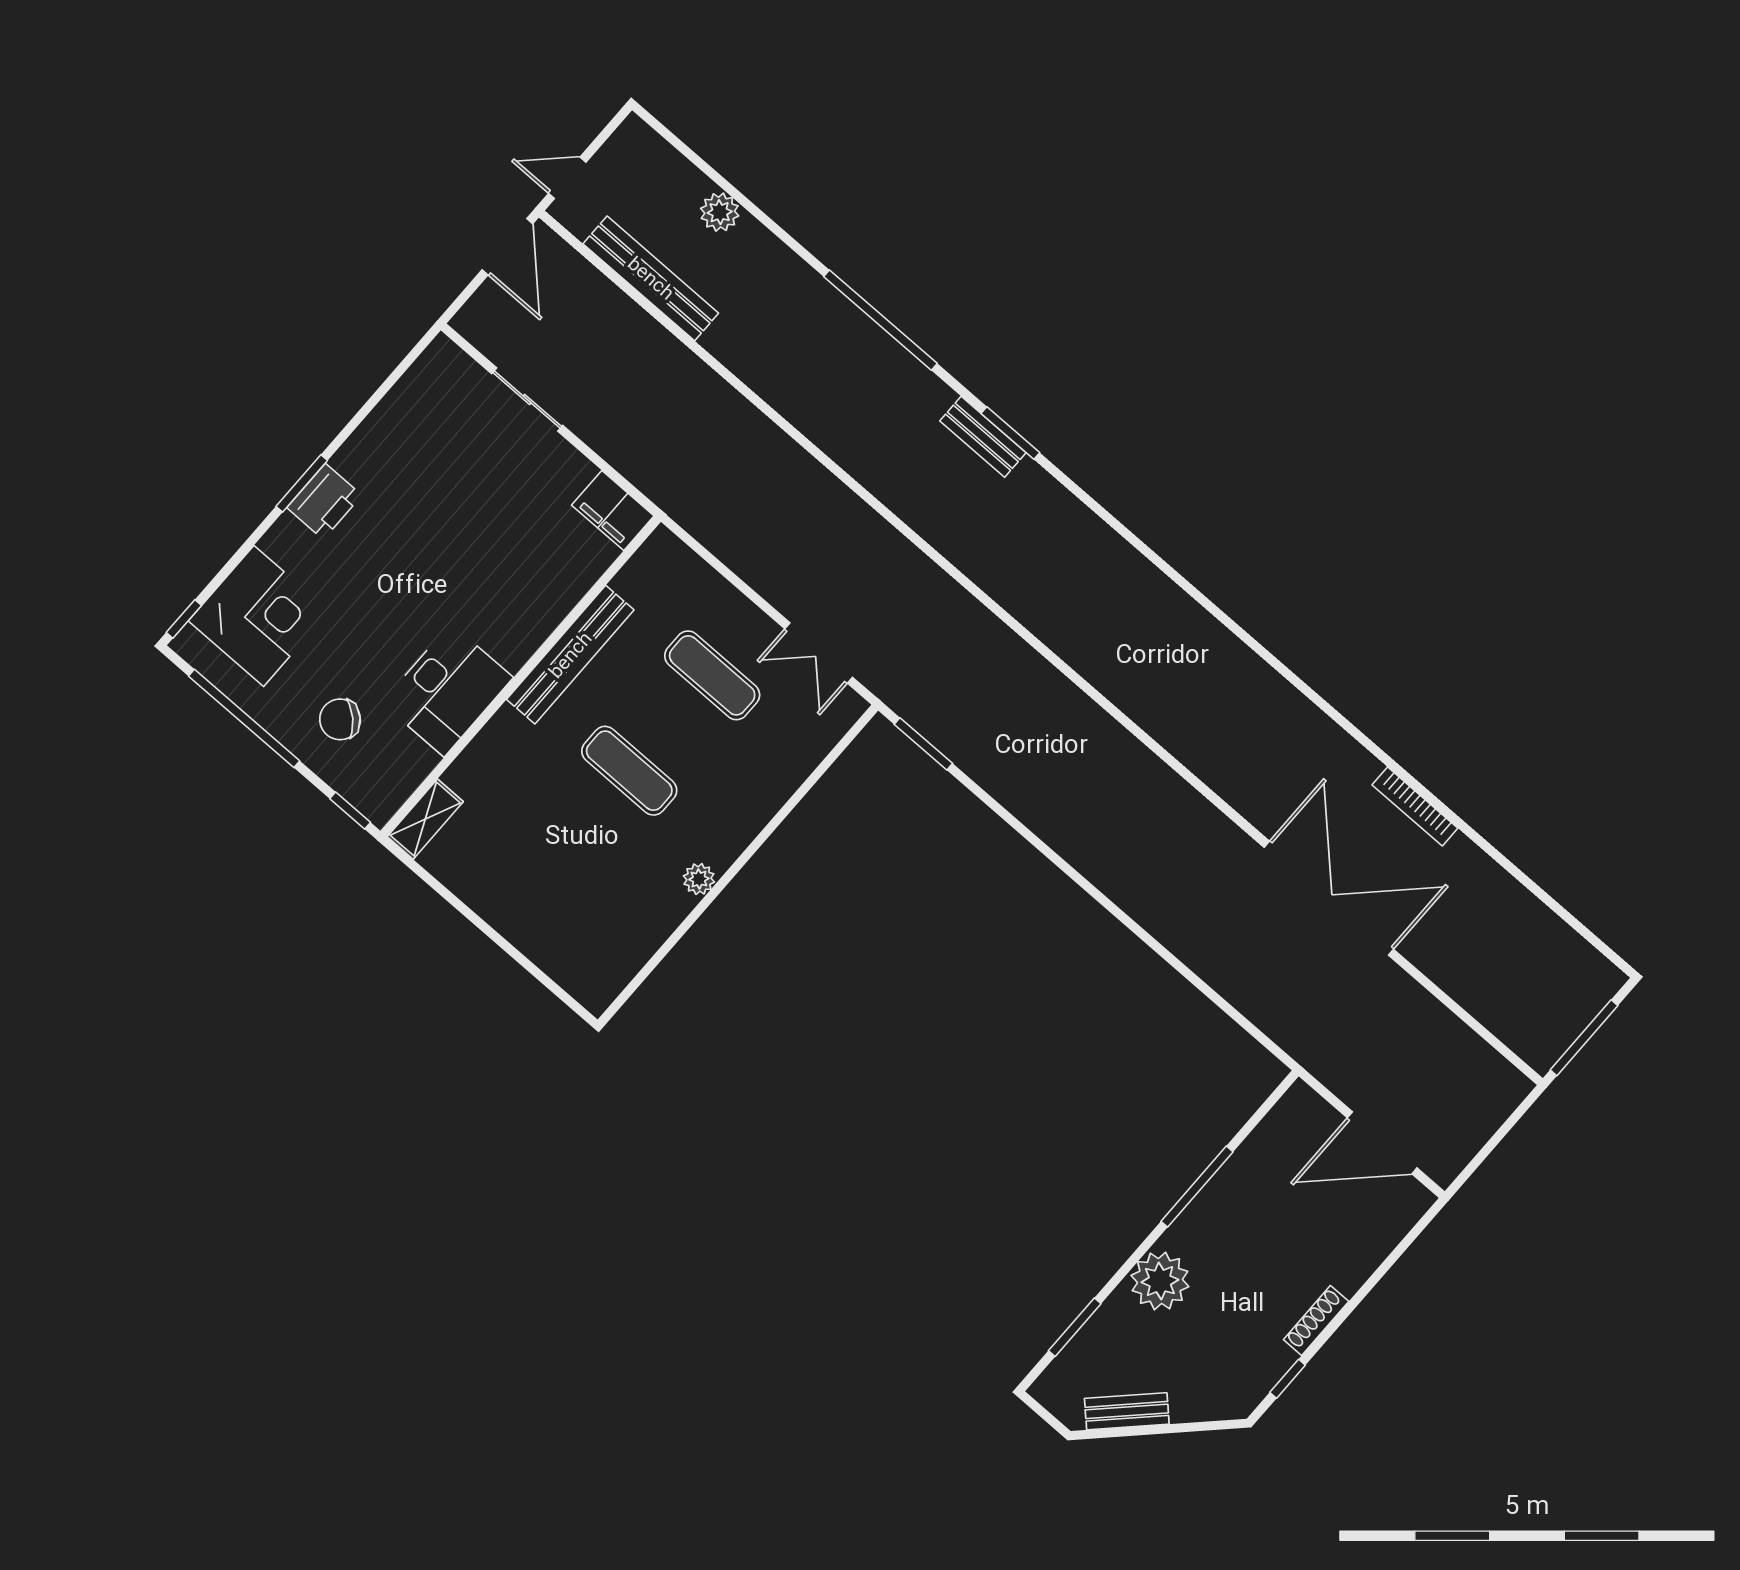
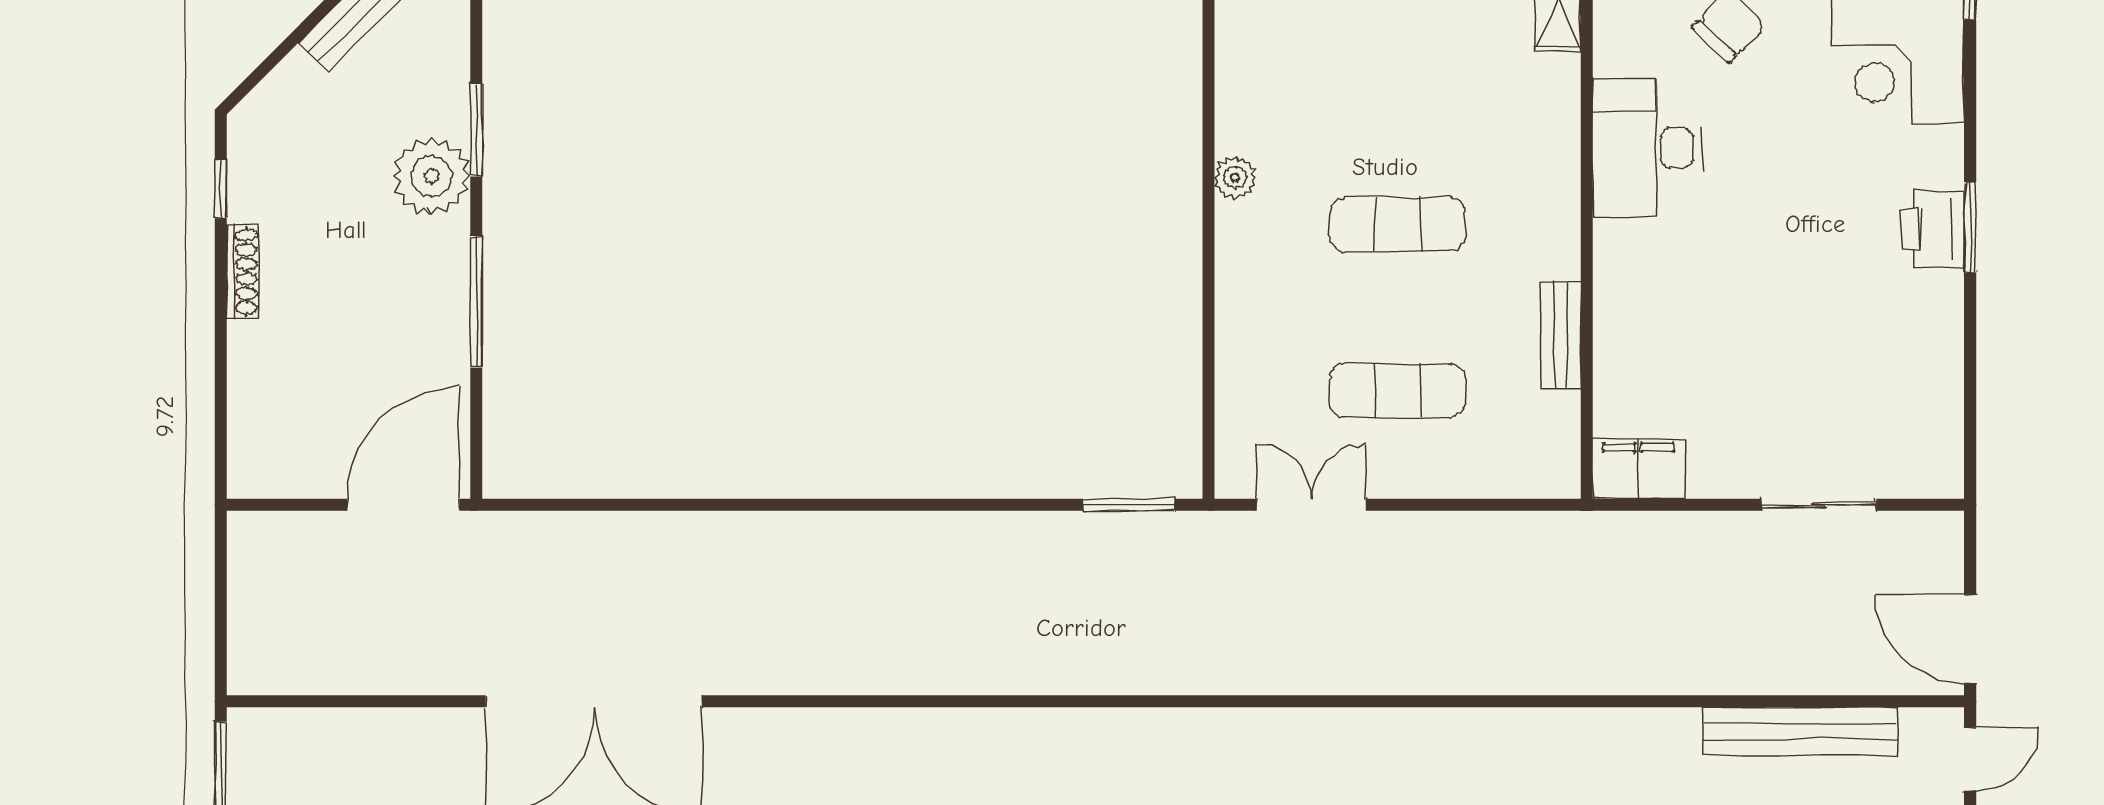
bench: (570, 655) -> (1561, 335), width x0.54, depth x0.82
door: (1382, 1143) -> (403, 505), moved
window: (1075, 1327) -> (476, 130), moved

